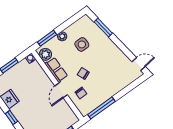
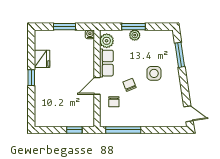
window: (47, 38) -> (133, 27), moved
side table: (82, 44) -> (154, 73), moved

